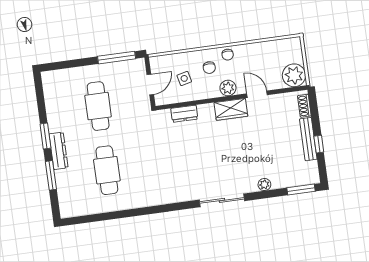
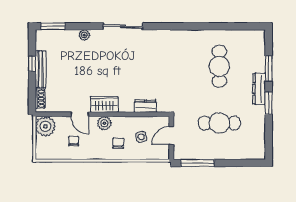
chair: (228, 55) -> (74, 141), moved
cafe table: (98, 106) -> (219, 123), turned 90

